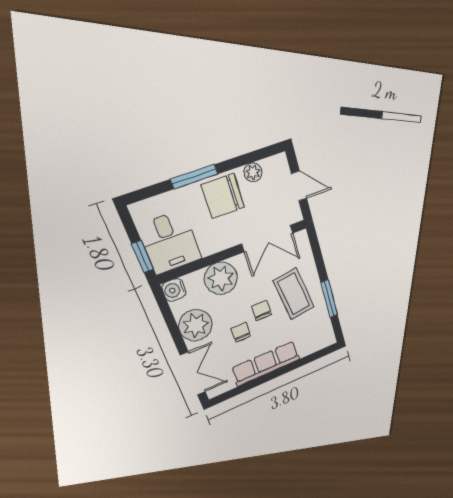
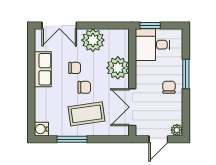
plant: (253, 172) -> (177, 130), moved
chair: (223, 196) -> (169, 87), width x0.54, depth x0.54
water cooler: (174, 290) -> (41, 129), moved, turned -90
row of seats: (266, 364) -> (43, 69), width x0.68

